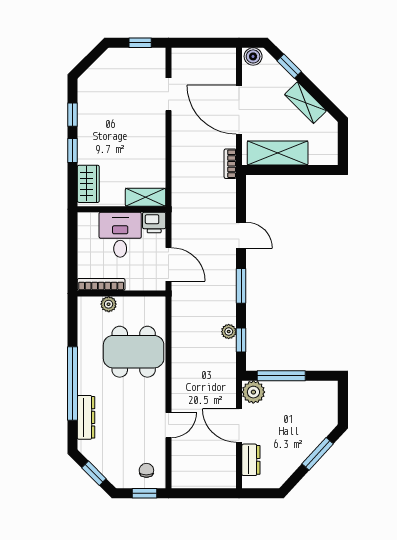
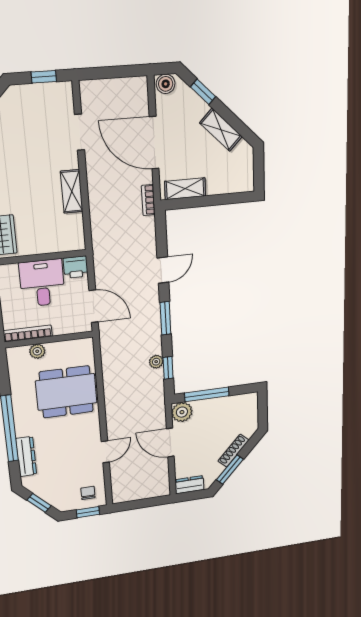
shelving: (278, 153) -> (185, 189), width x0.67, depth x0.75
shelving: (146, 197) -> (72, 191), moved, turned 90
door: (241, 235) -> (163, 270), hinge flipped
shoe rack: (309, 446) -> (233, 451), added
window: (318, 454) -> (230, 470), moved
dresser: (251, 460) -> (189, 485), moved, turned -90

